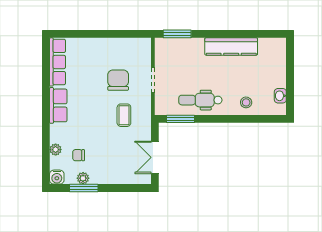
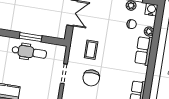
row of seats: (58, 105) -> (144, 51), moved
window: (180, 119) -> (31, 37), moved

